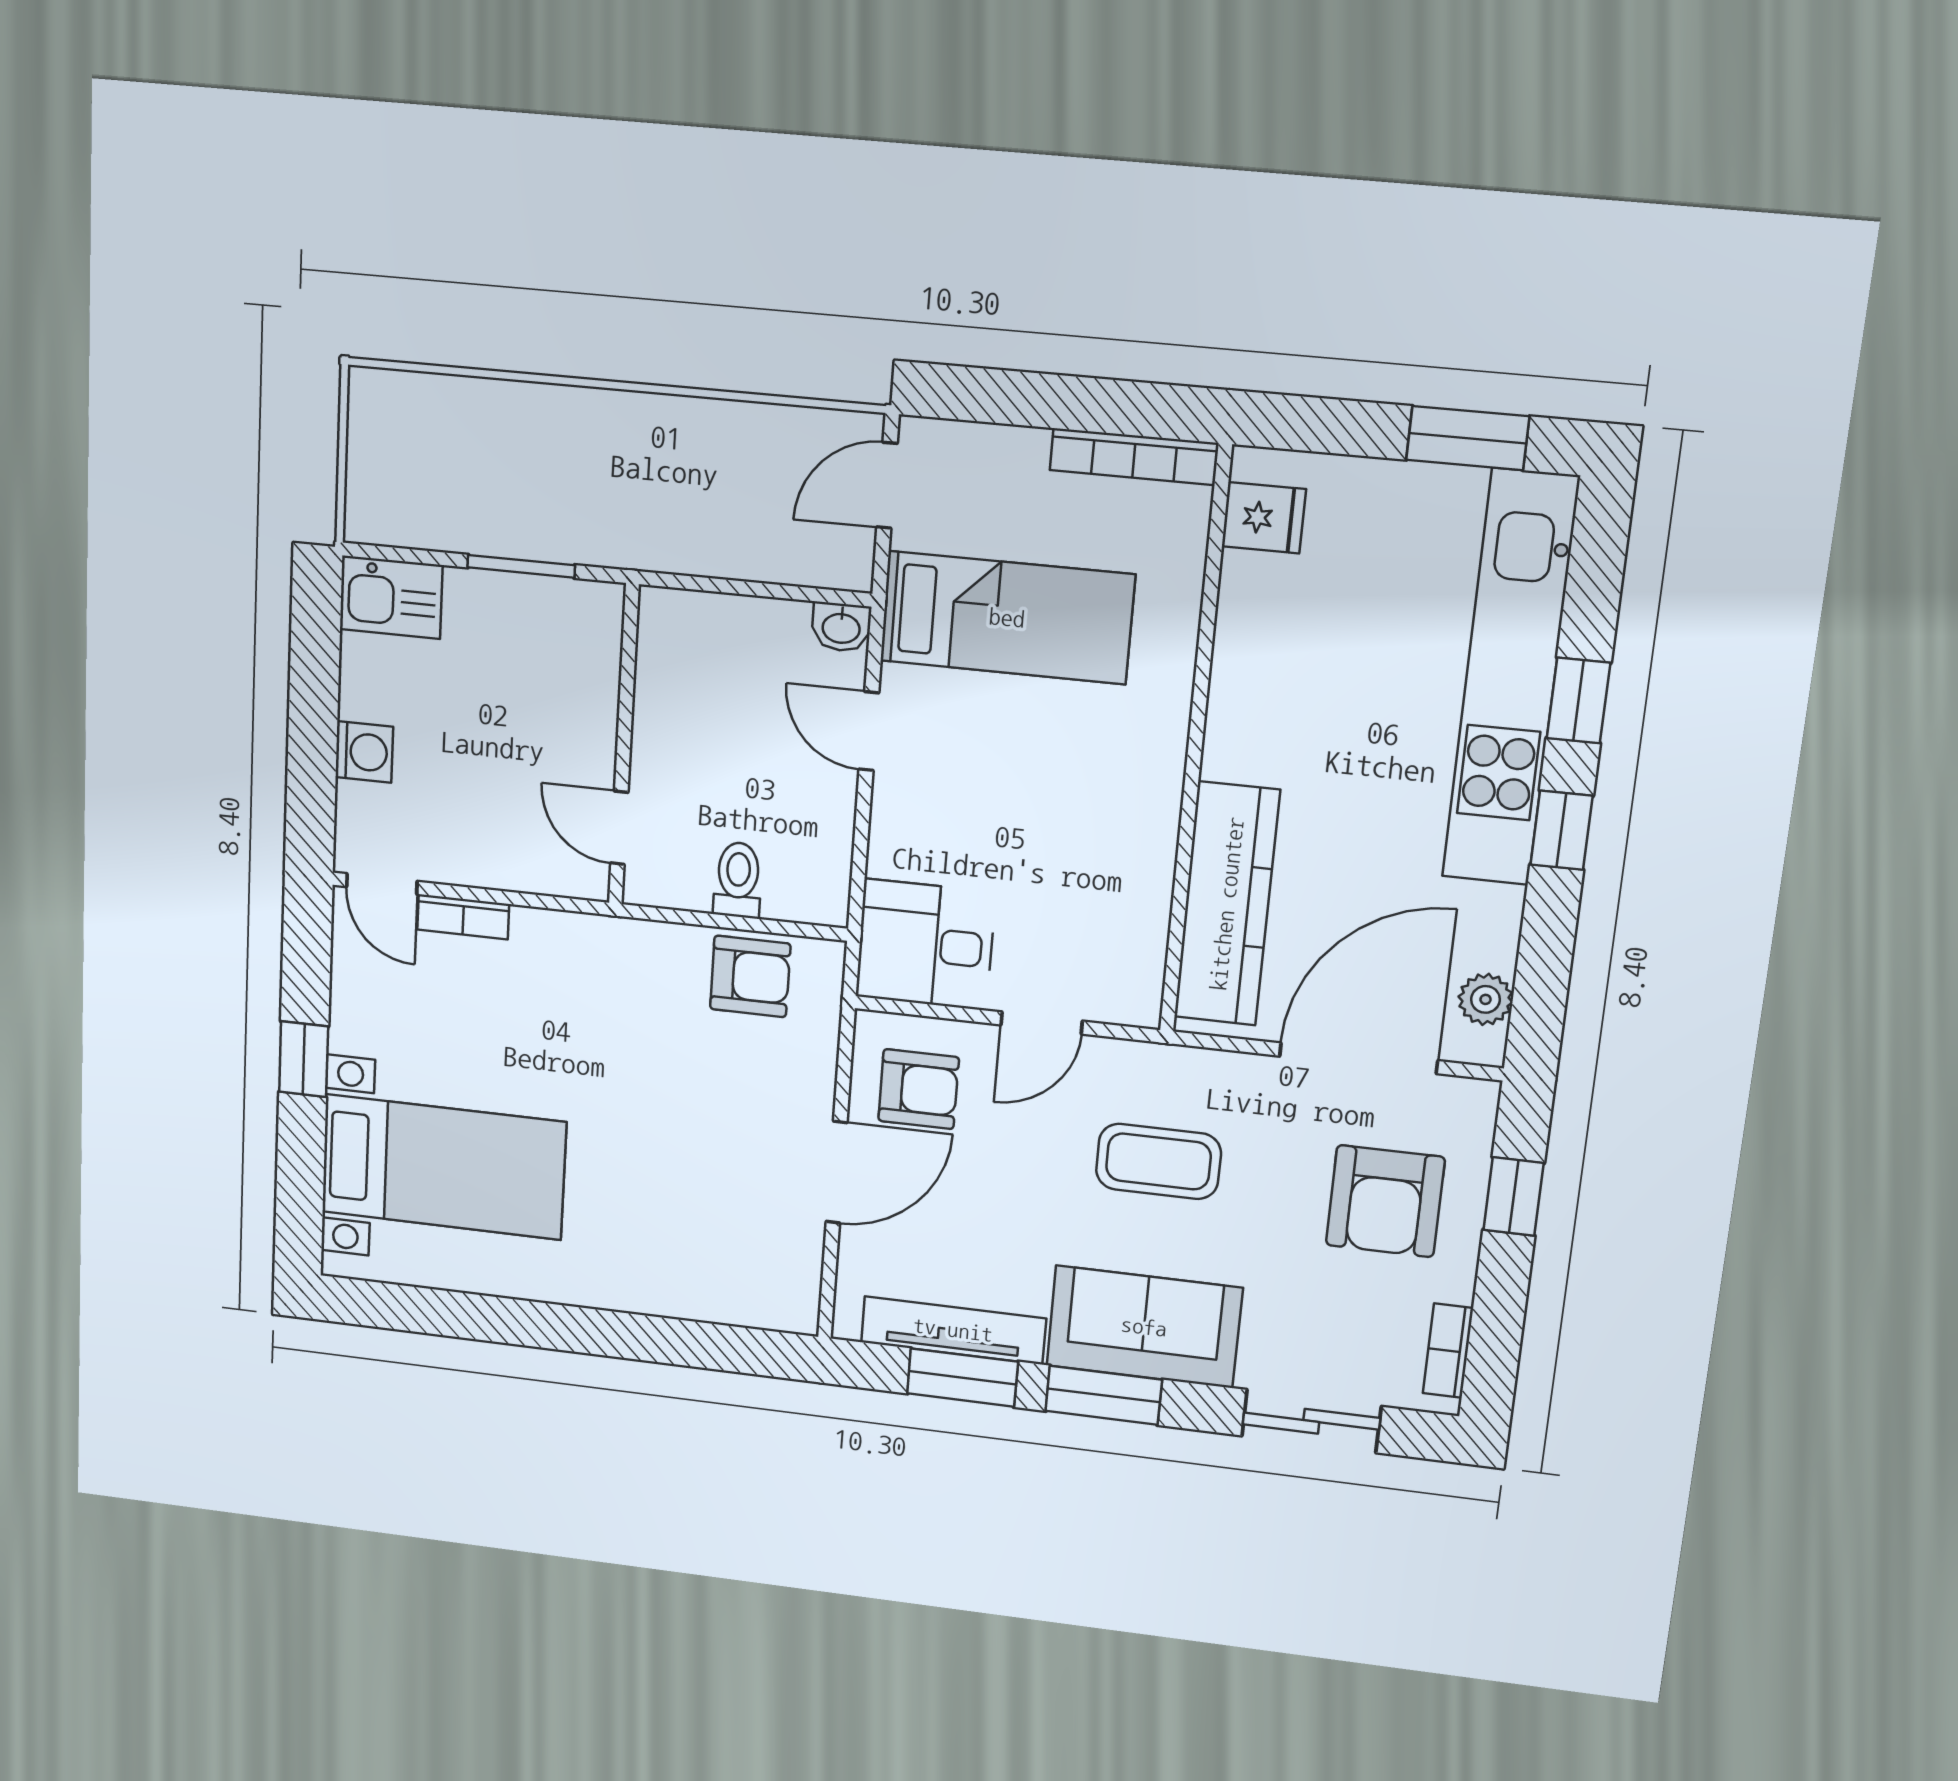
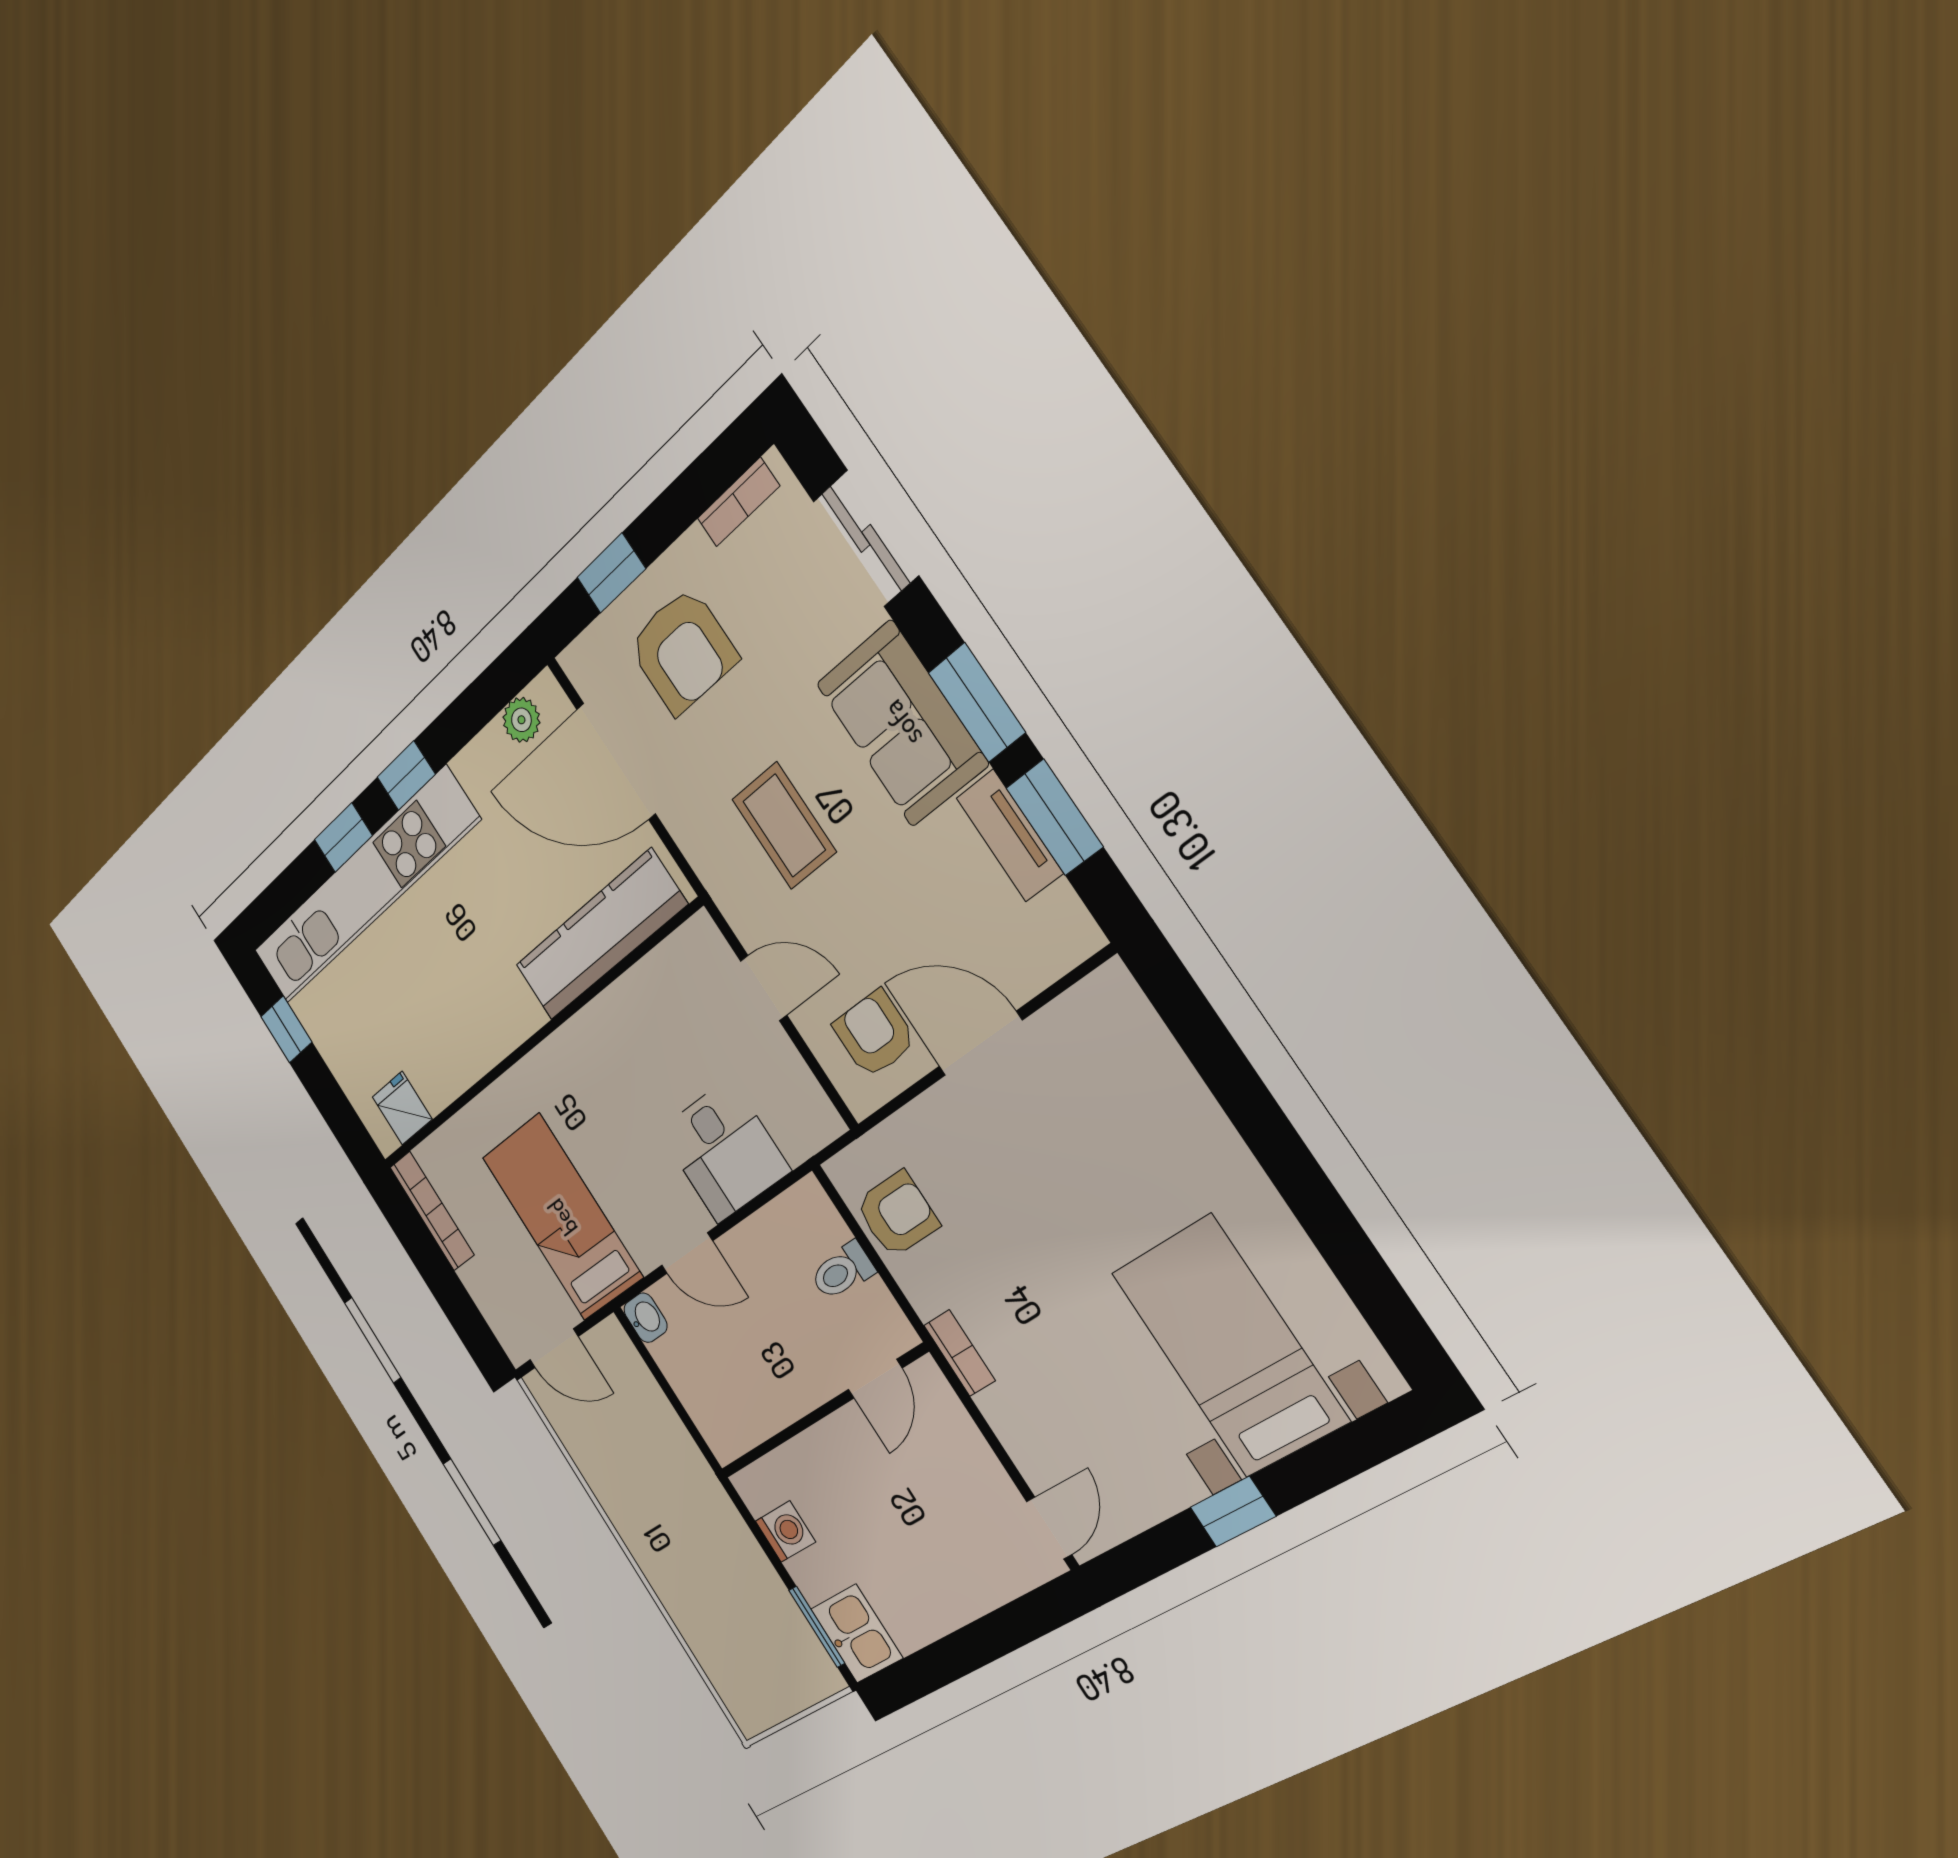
window: (1468, 438) -> (286, 1029), width x0.67
window: (521, 566) -> (817, 1627), moved
door: (869, 731) -> (687, 1253), hinge flipped
washing machine: (364, 752) -> (785, 1531), moved, turned 90
bookcase: (463, 917) -> (960, 1353), moved
desk: (925, 945) -> (724, 1151), moved
armchair: (750, 976) -> (897, 1214), turned 90
armchair: (1385, 1201) -> (683, 651), turned 90
tv unit: (953, 1330) -> (1010, 836), width x0.71

